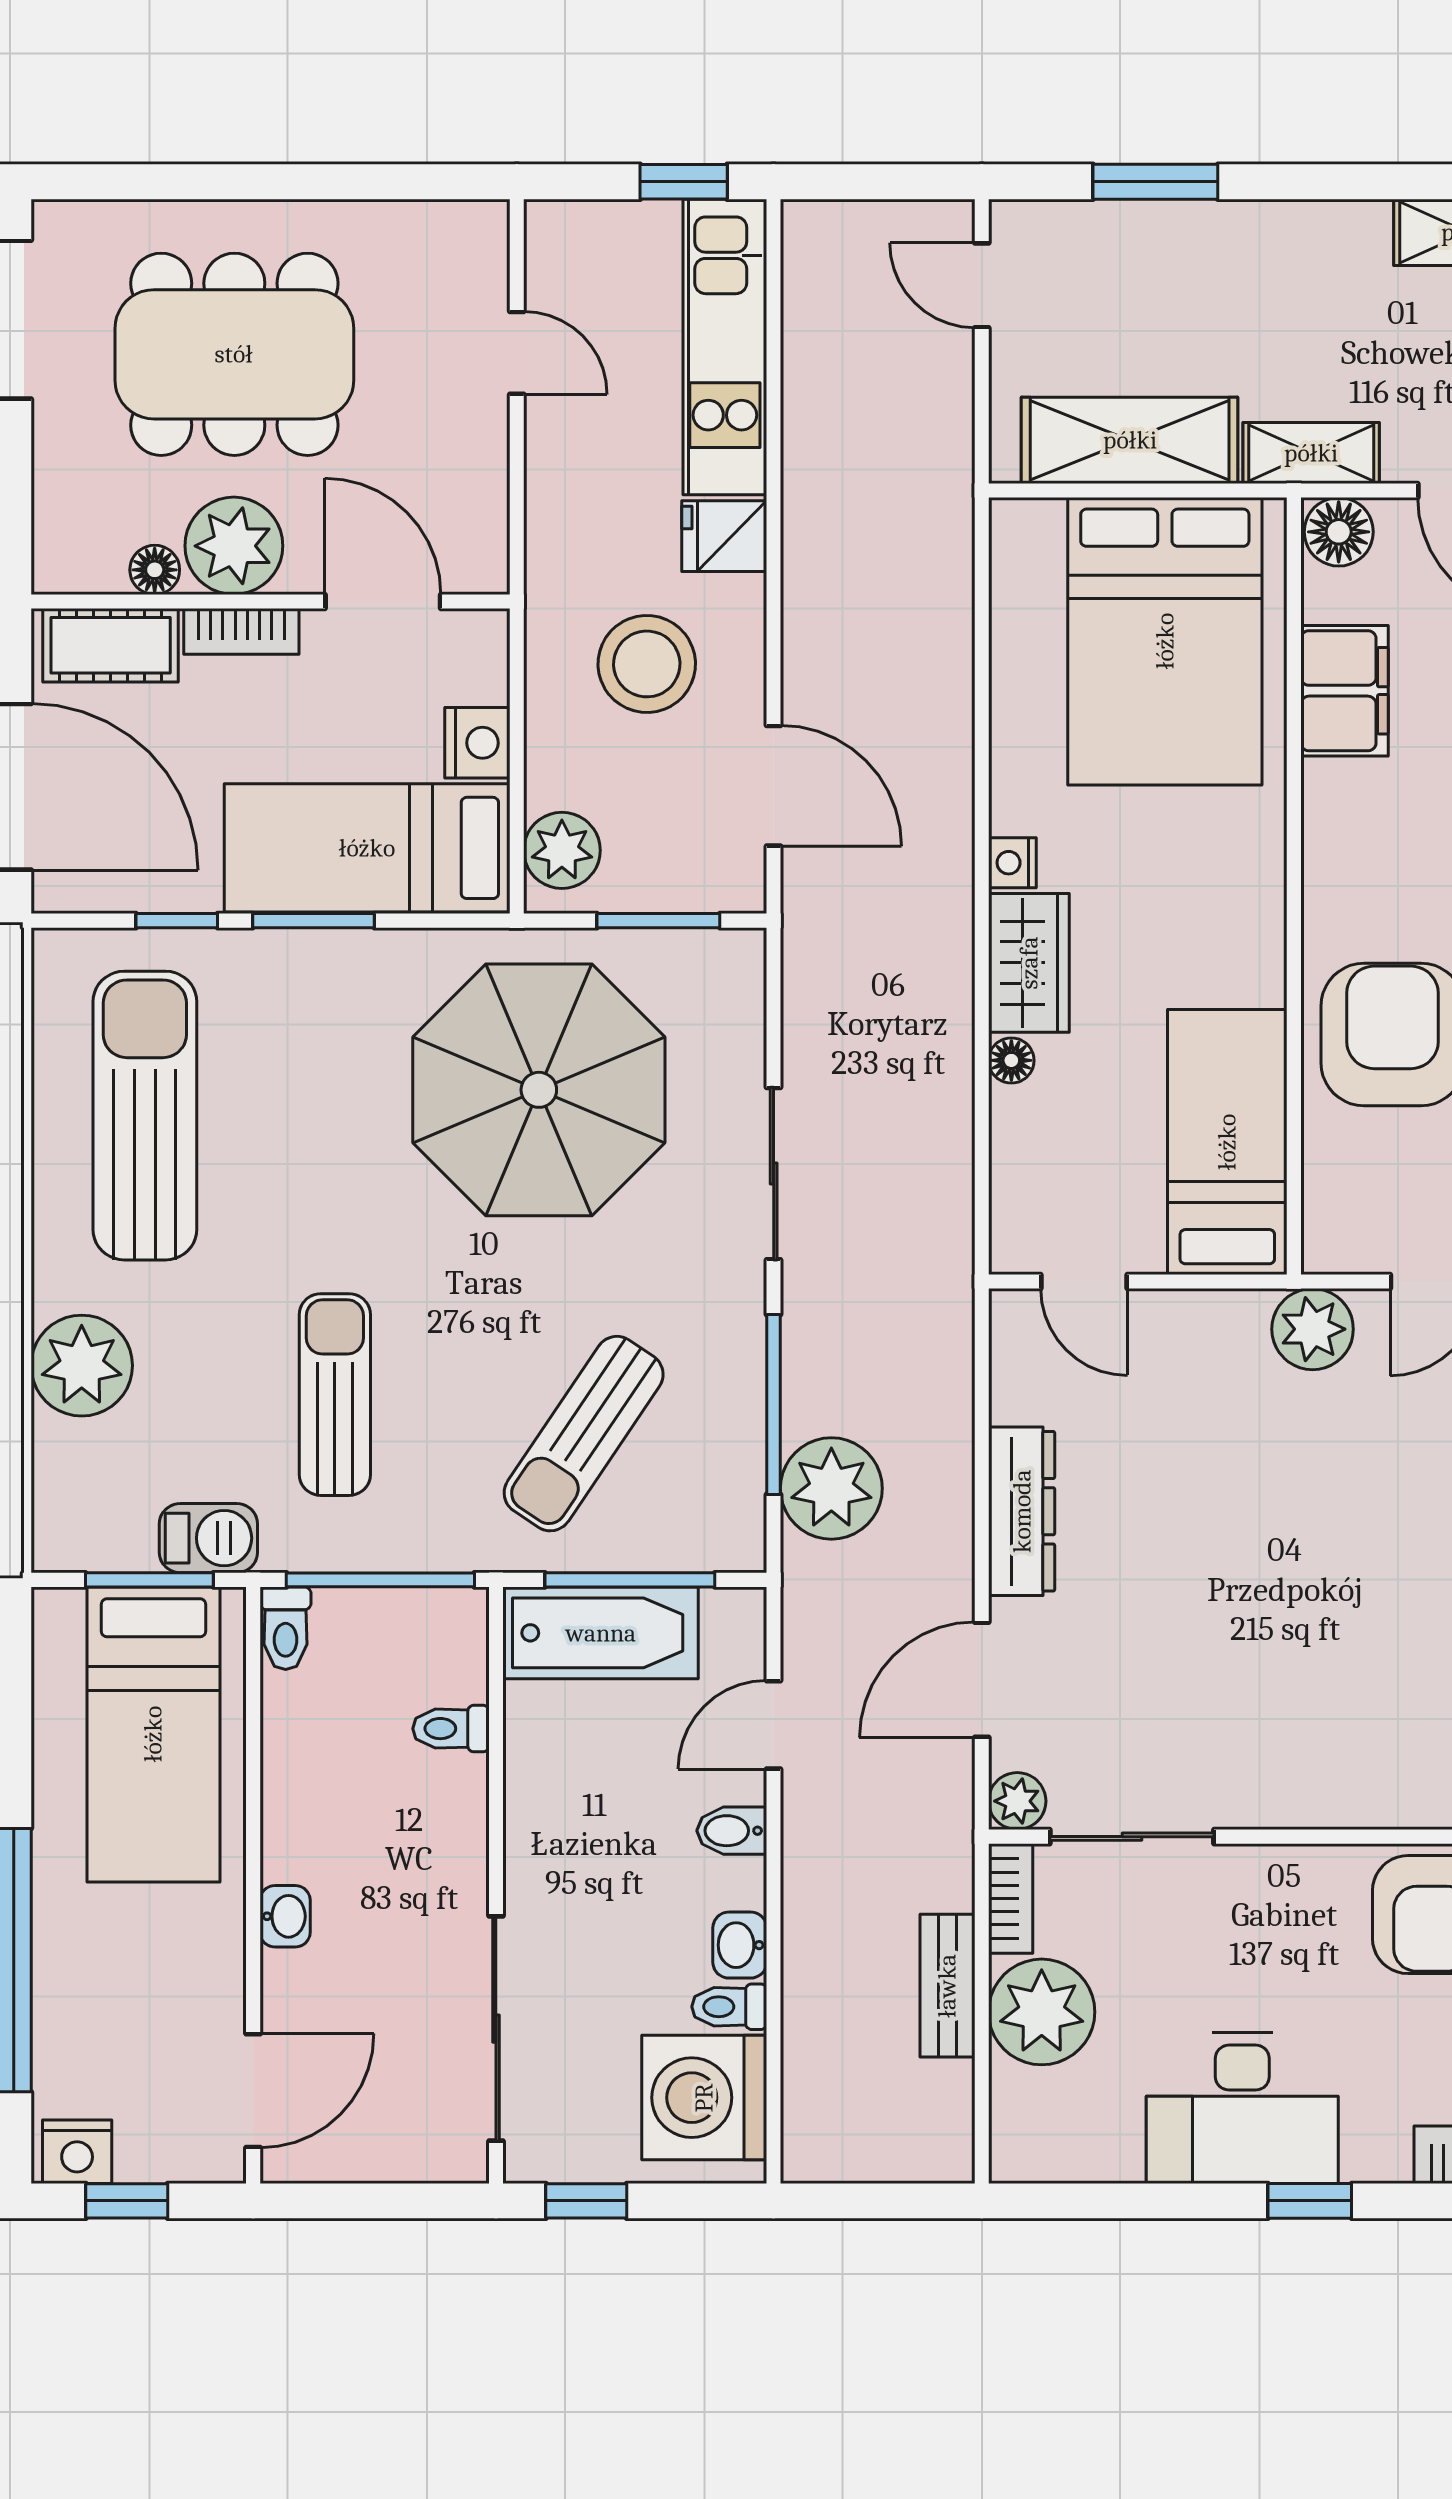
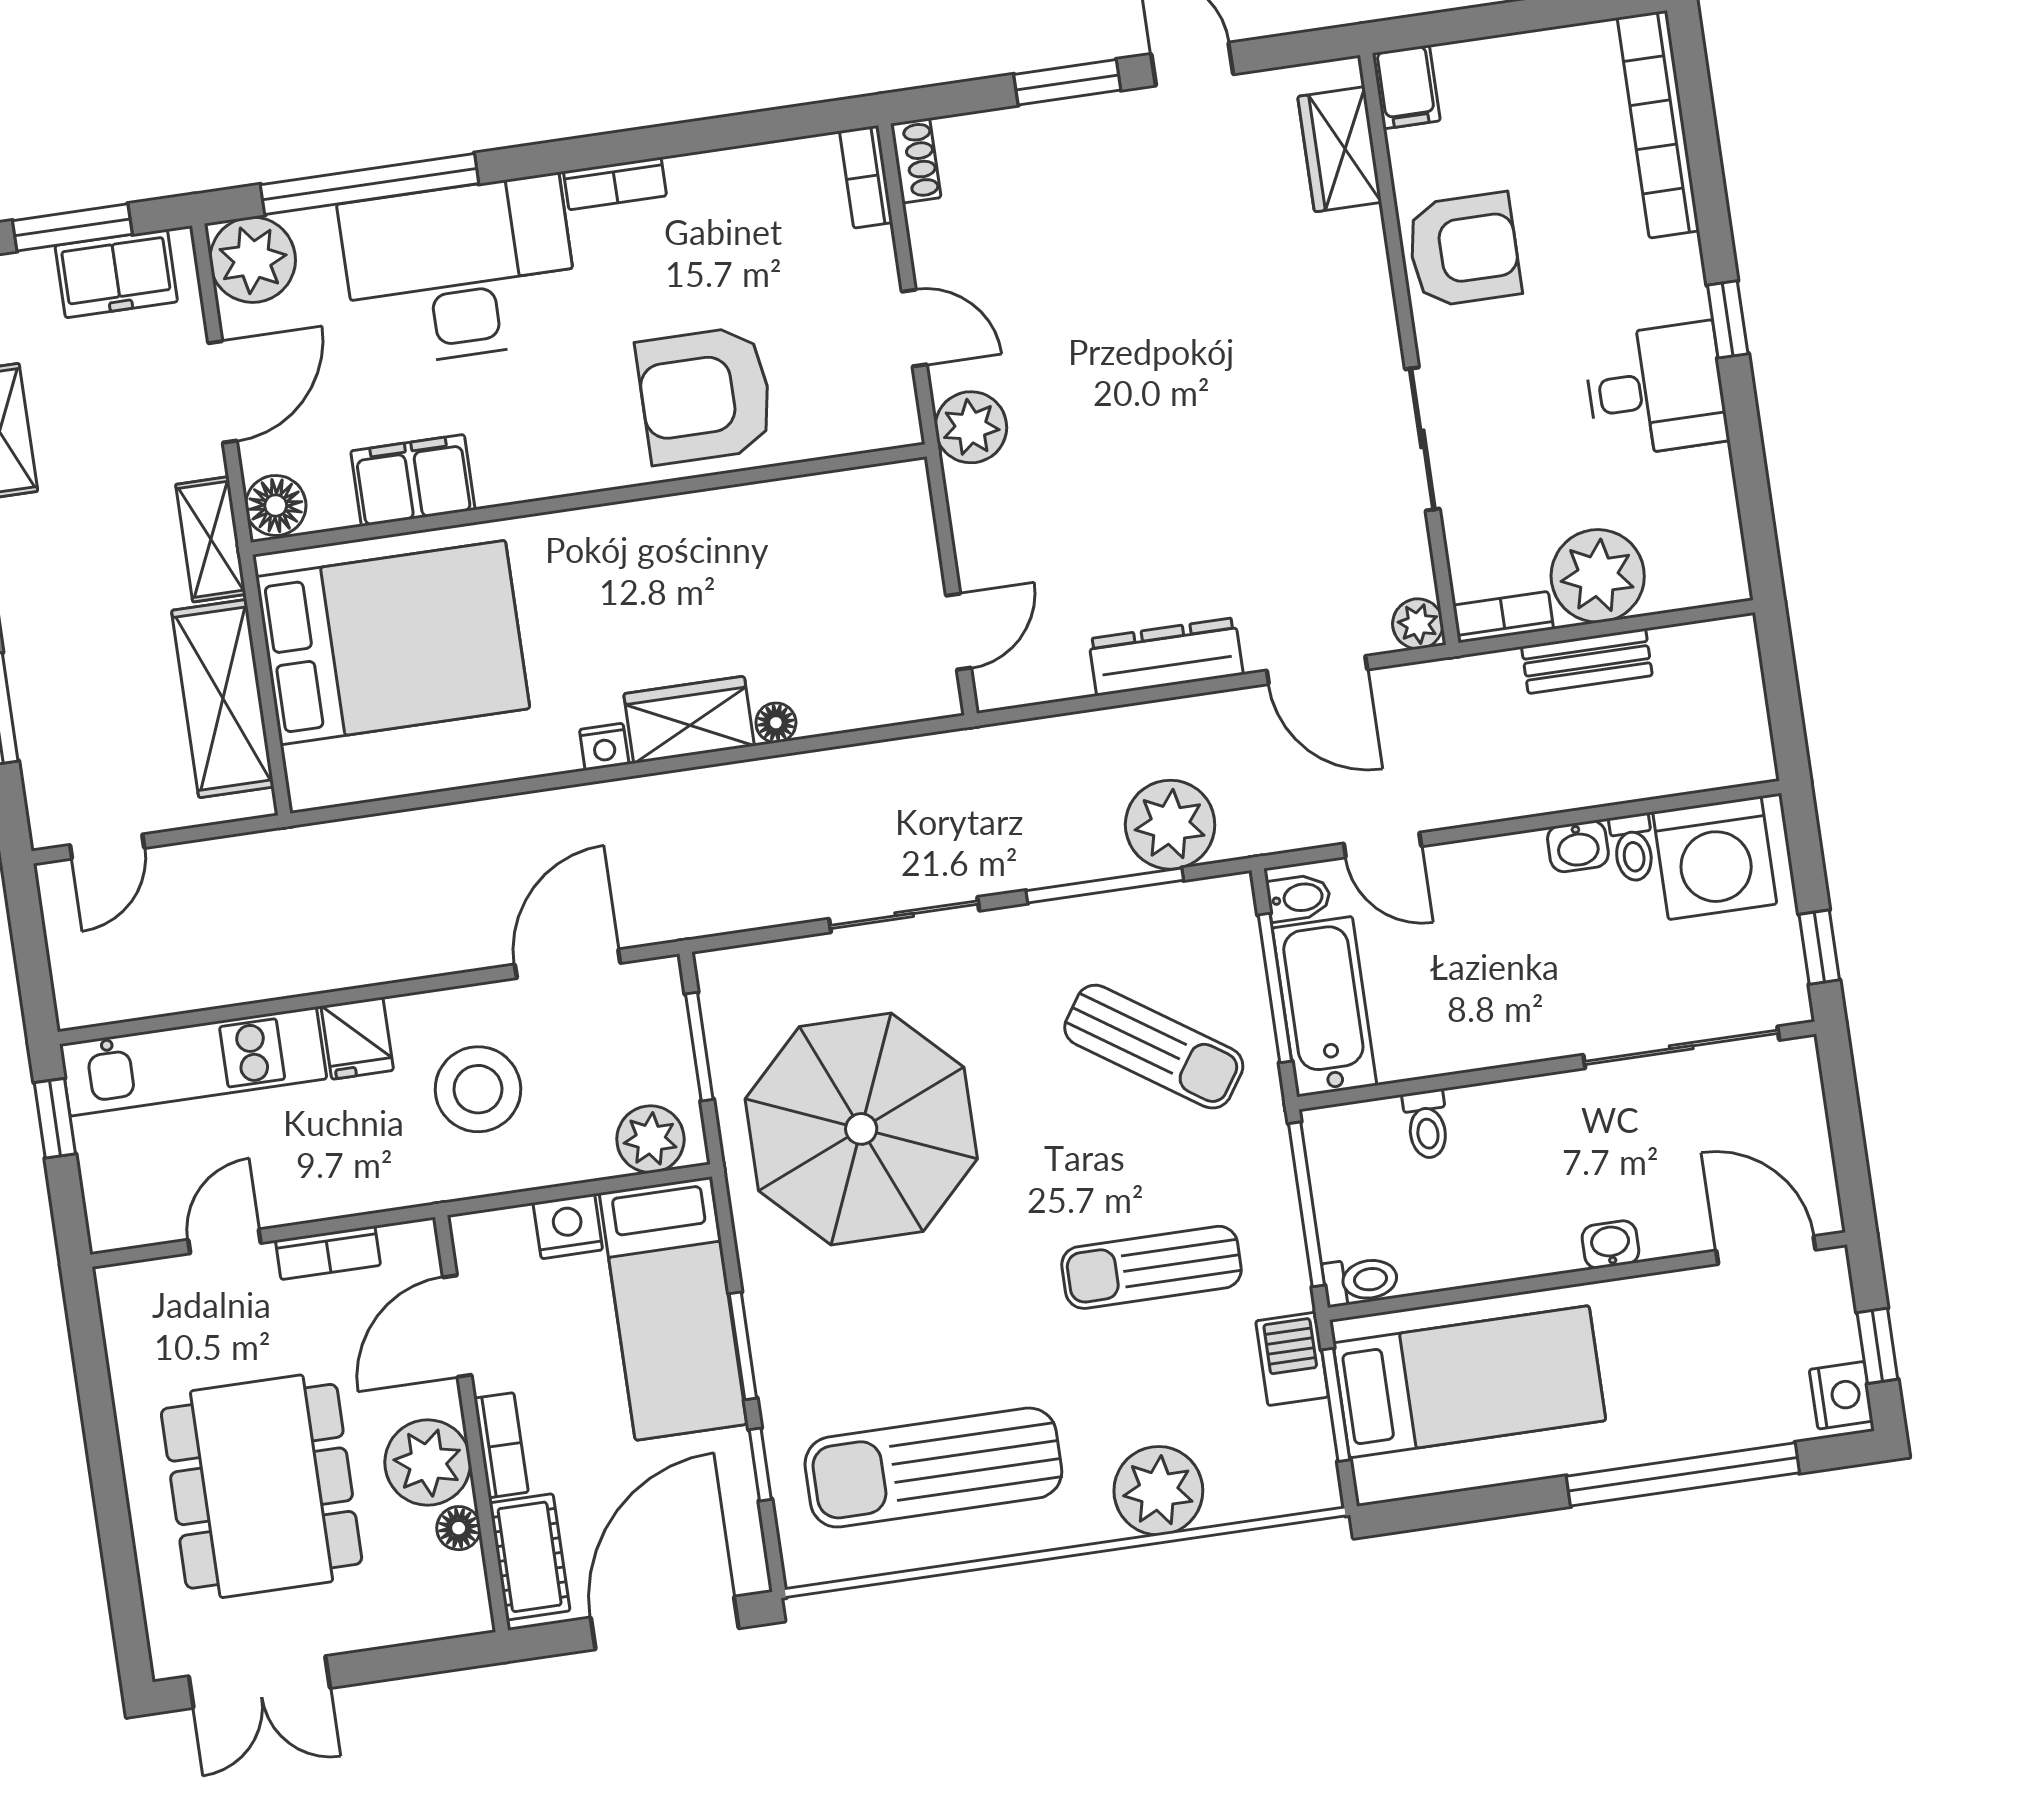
bookcase: (487, 468) -> (328, 1253), added
bed: (1227, 1142) -> (819, 525), removed
bidet: (732, 1831) -> (1299, 898), moved, turned -90
sliding door: (1132, 1837) -> (1422, 439), moved
desk: (1242, 2108) -> (1656, 390), width x0.73

